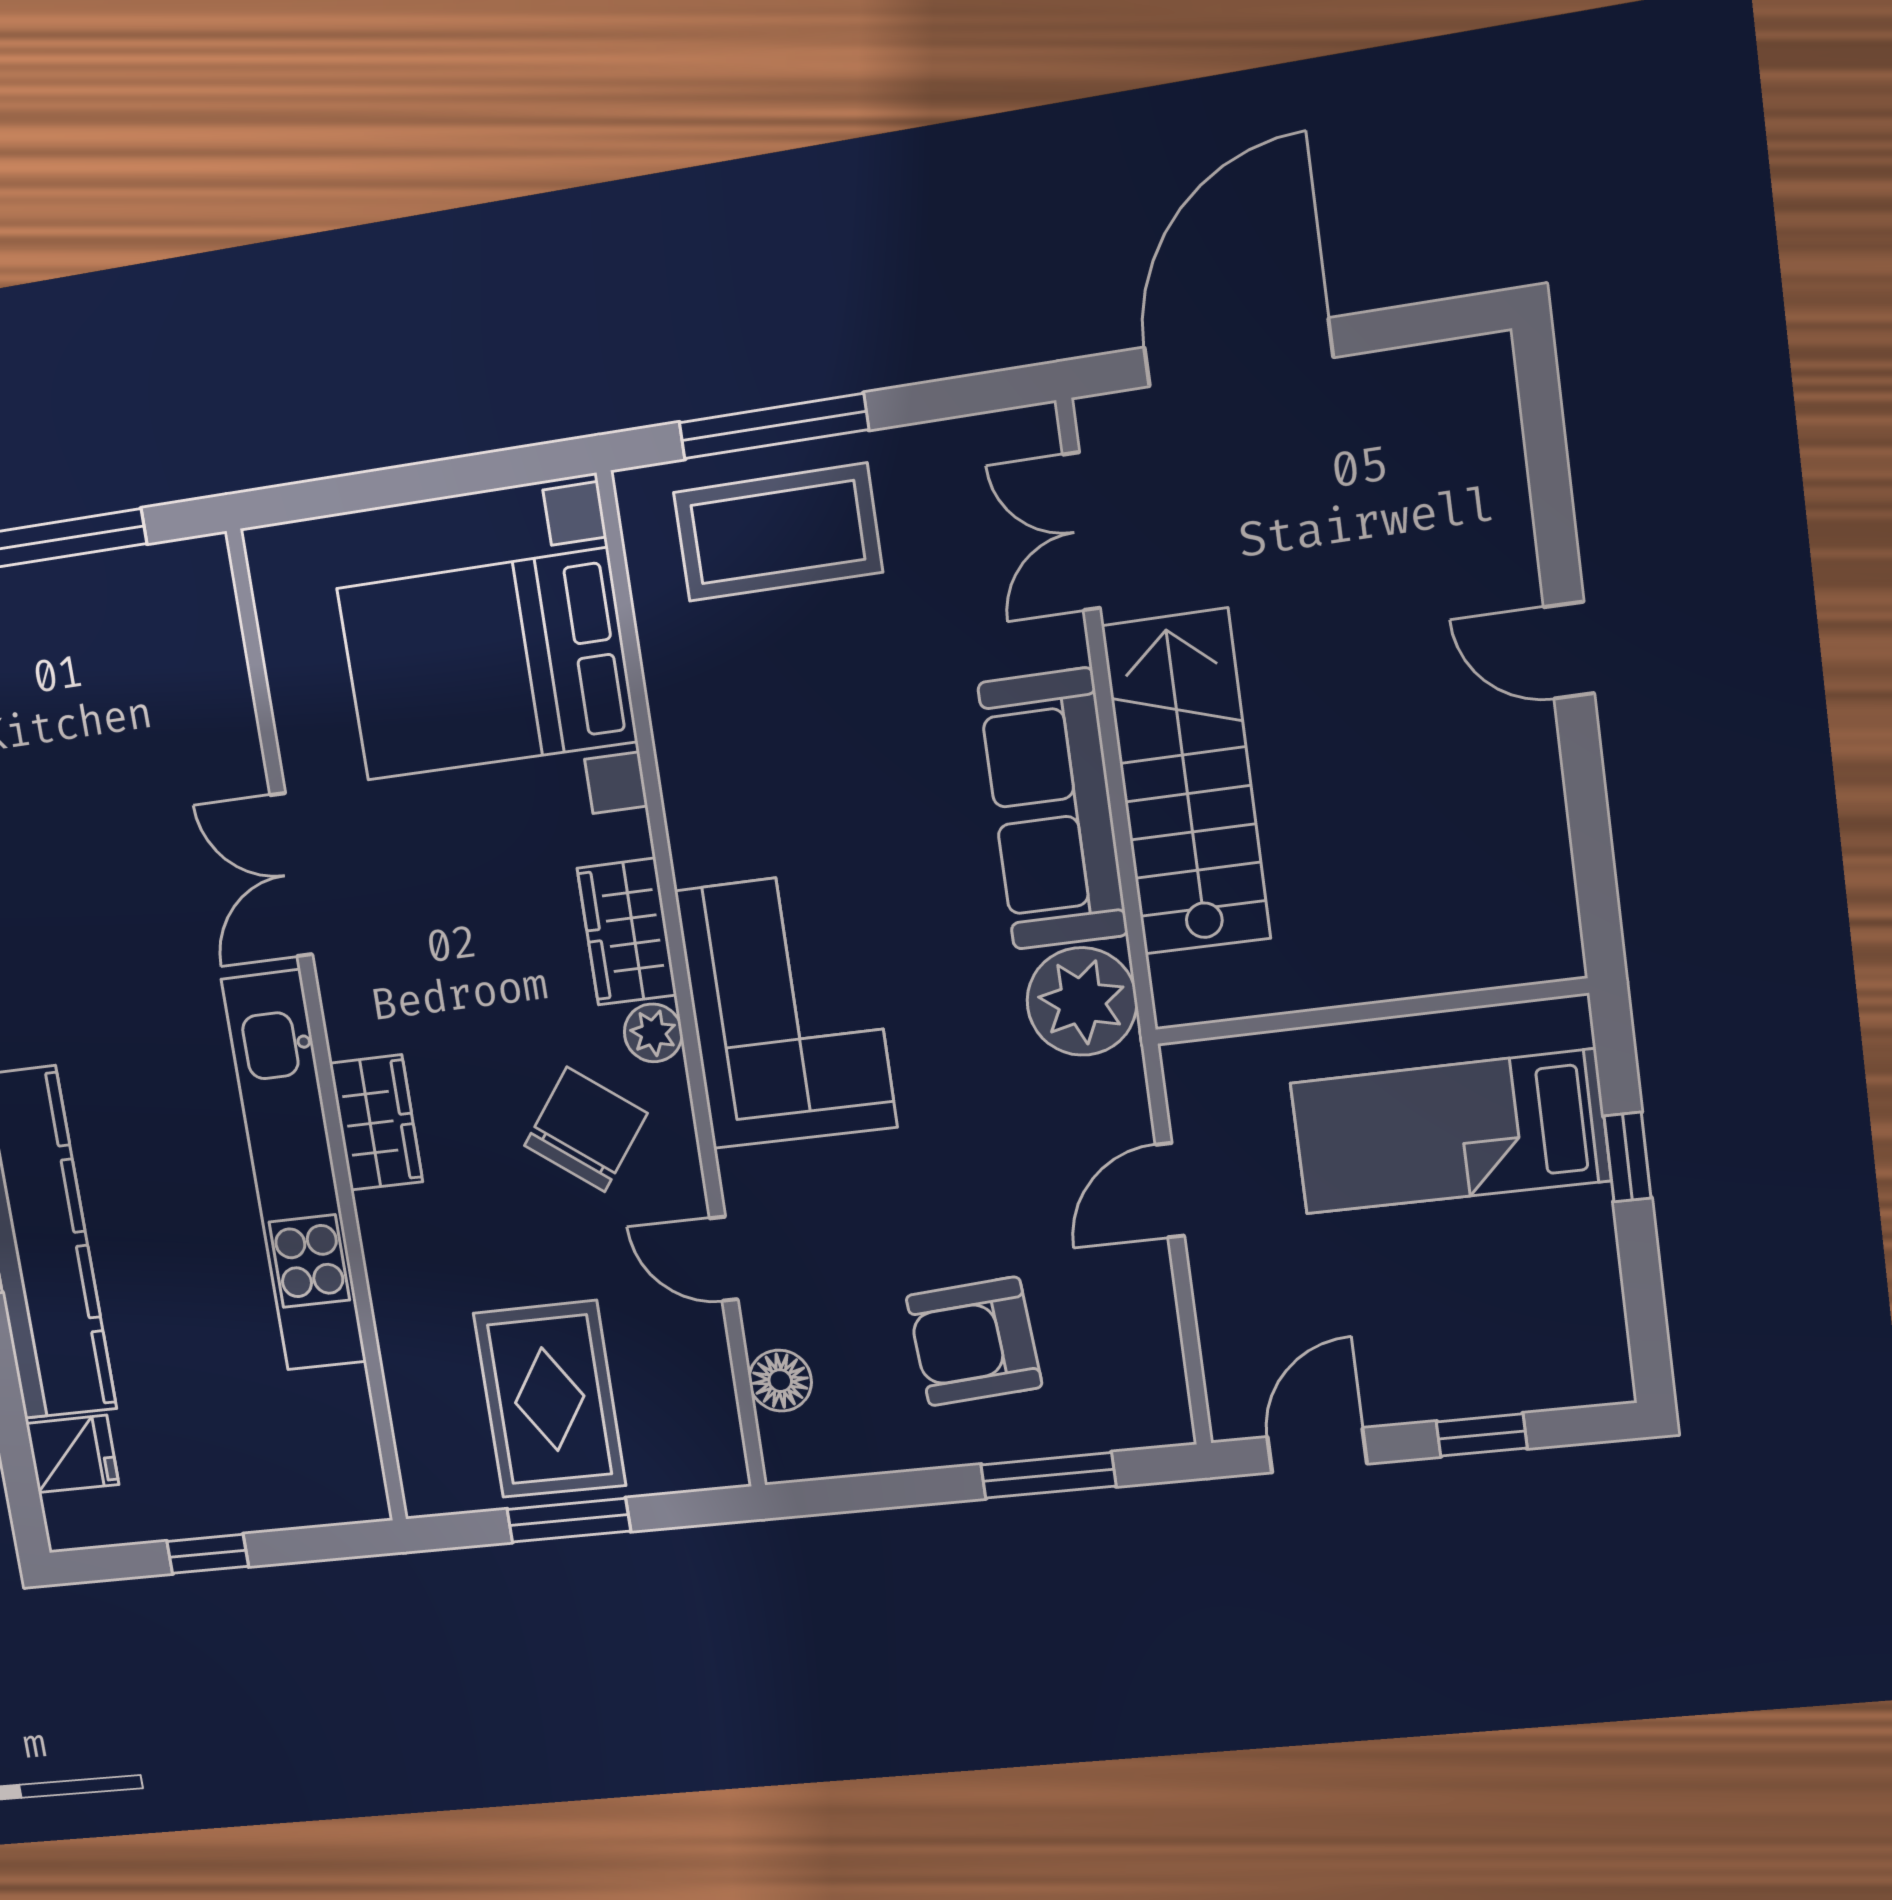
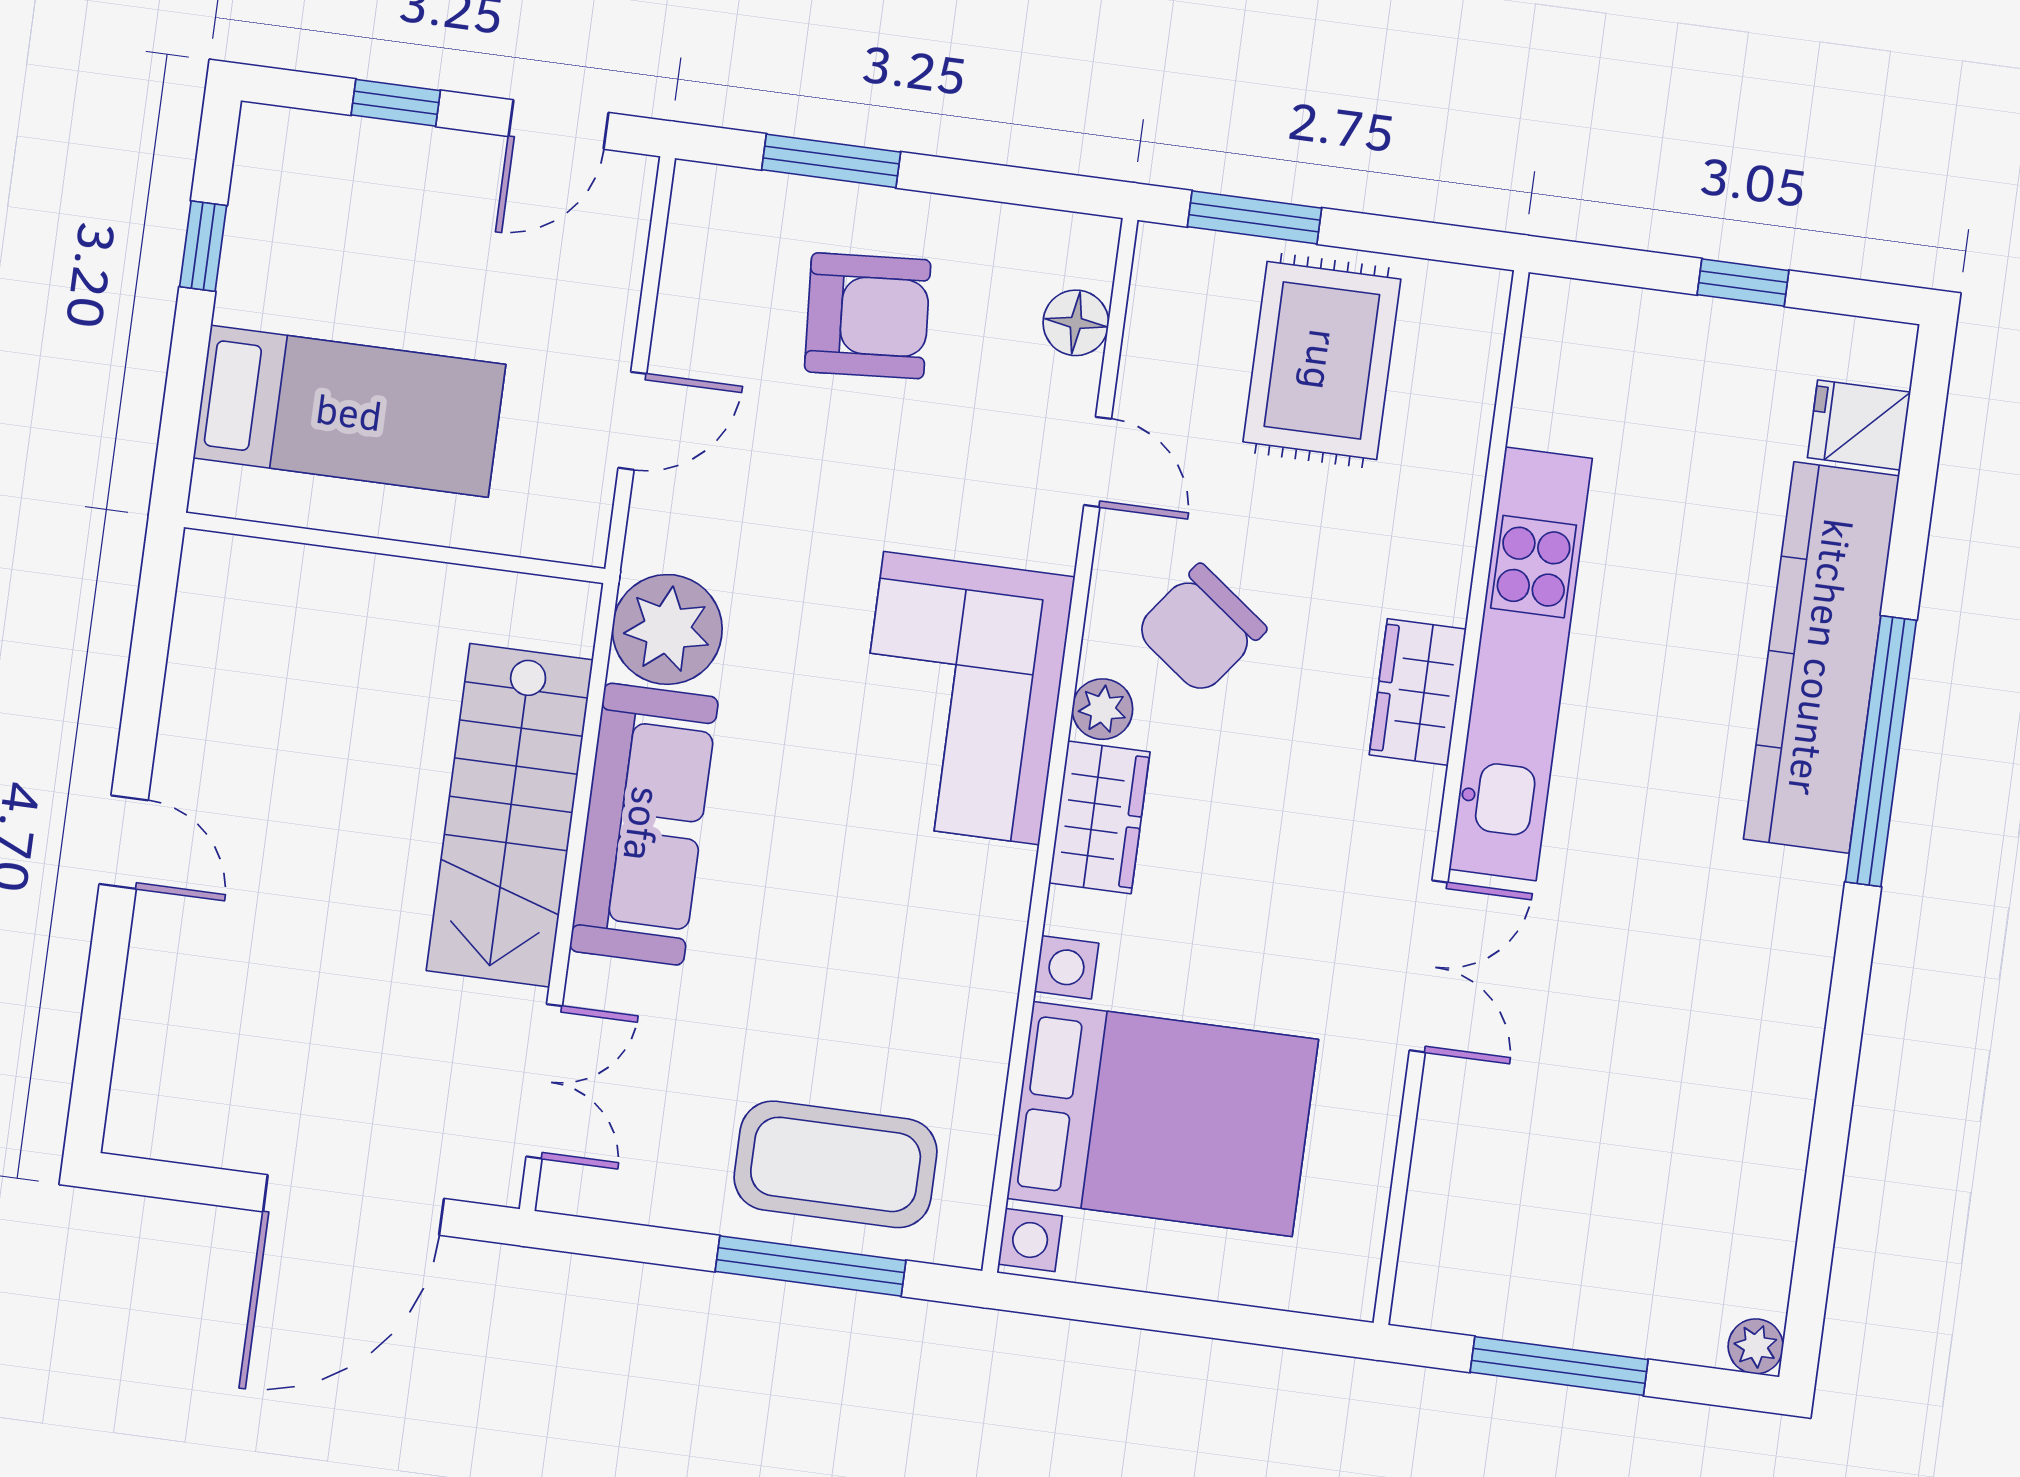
window: (1627, 1157) -> (203, 246), moved
window: (569, 1520) -> (1255, 217), moved

